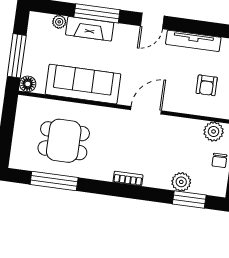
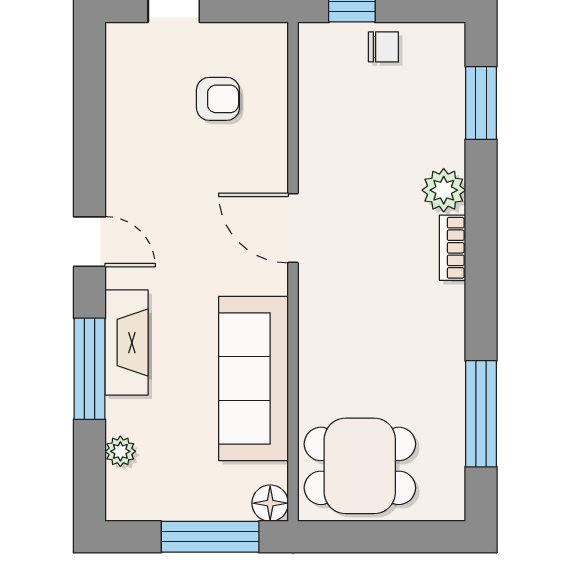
fireplace: (90, 29) -> (127, 343), moved
tv unit: (193, 41) -> (122, 143), removed
plant: (214, 131) -> (320, 69), removed
dining table: (64, 141) -> (360, 466), moved, turned 90
plant: (181, 182) -> (444, 190), moved

